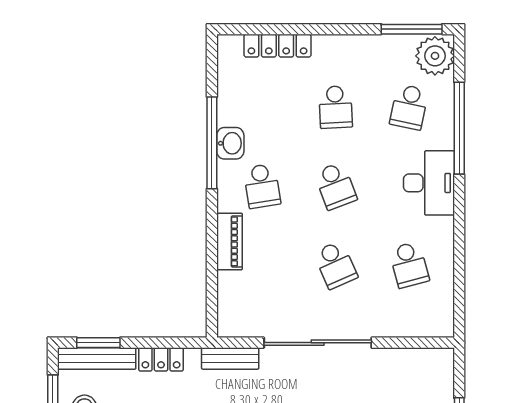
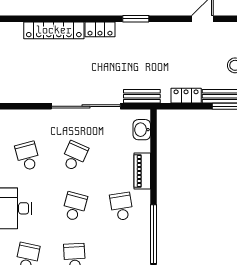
washbasin: (230, 143) -> (142, 130), moved
school desk: (336, 186) -> (75, 206), turned 36
school desk: (336, 265) -> (75, 156), turned 48

